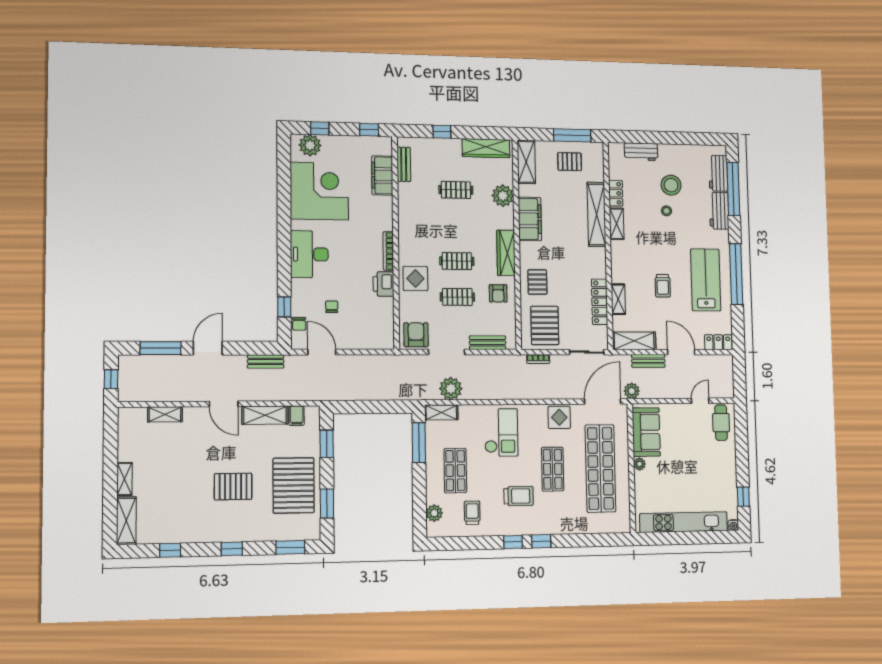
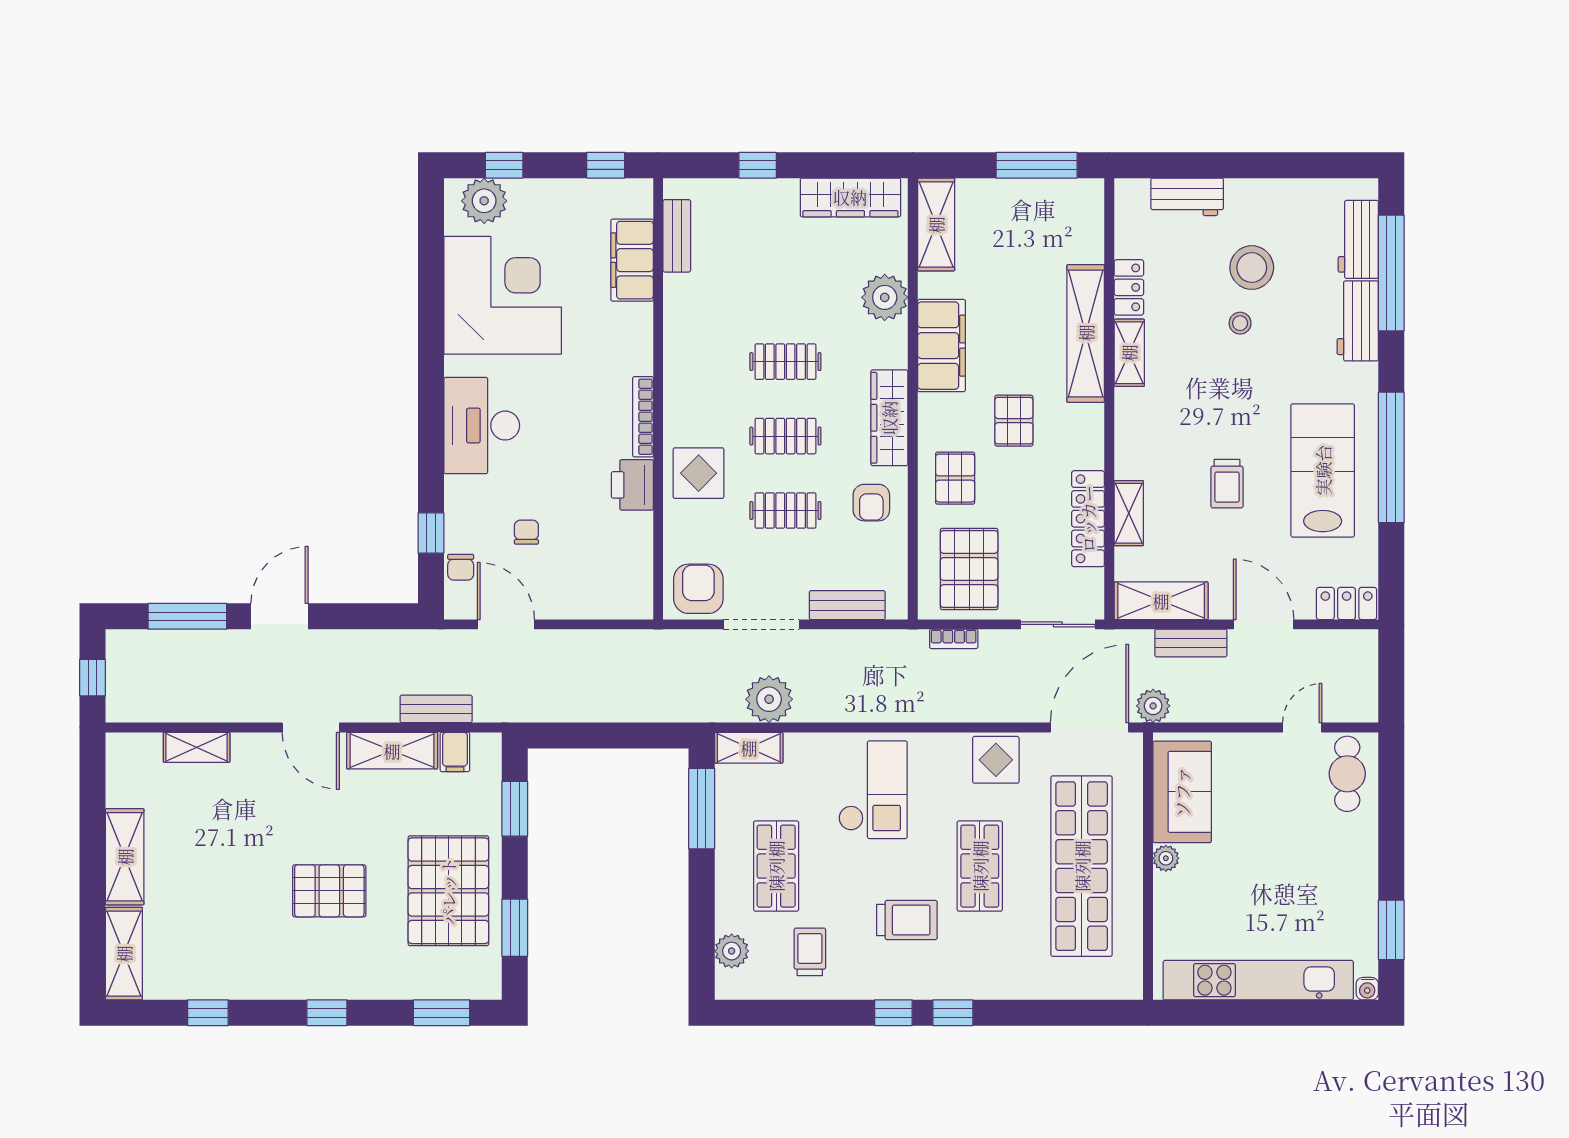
pallet: (570, 162) -> (1014, 421), moved, turned 90
clothes rail: (456, 190) -> (785, 362), moved
bench: (266, 361) -> (436, 709), moved
shelving: (125, 479) -> (125, 857), width x1.50, depth x1.33
window: (743, 497) -> (1391, 930), width x1.50

